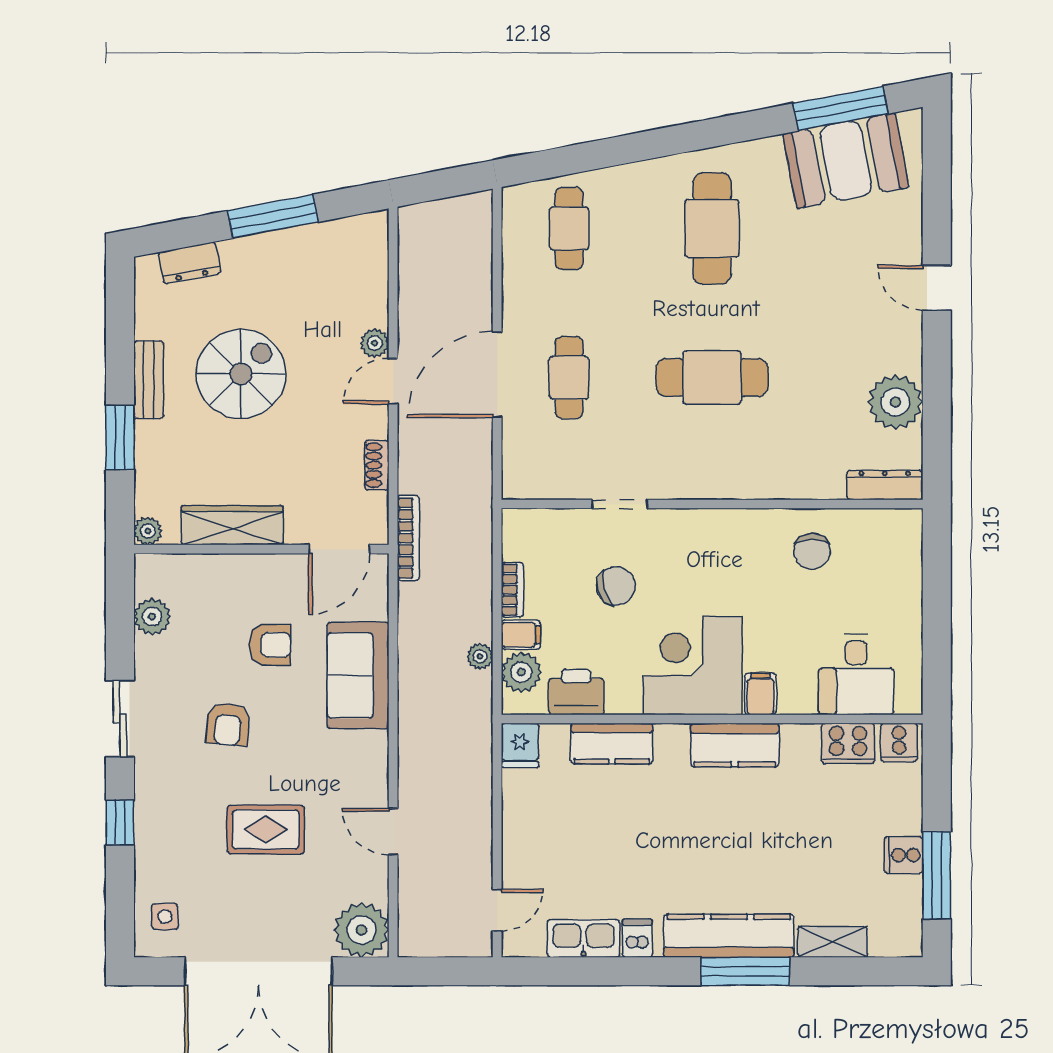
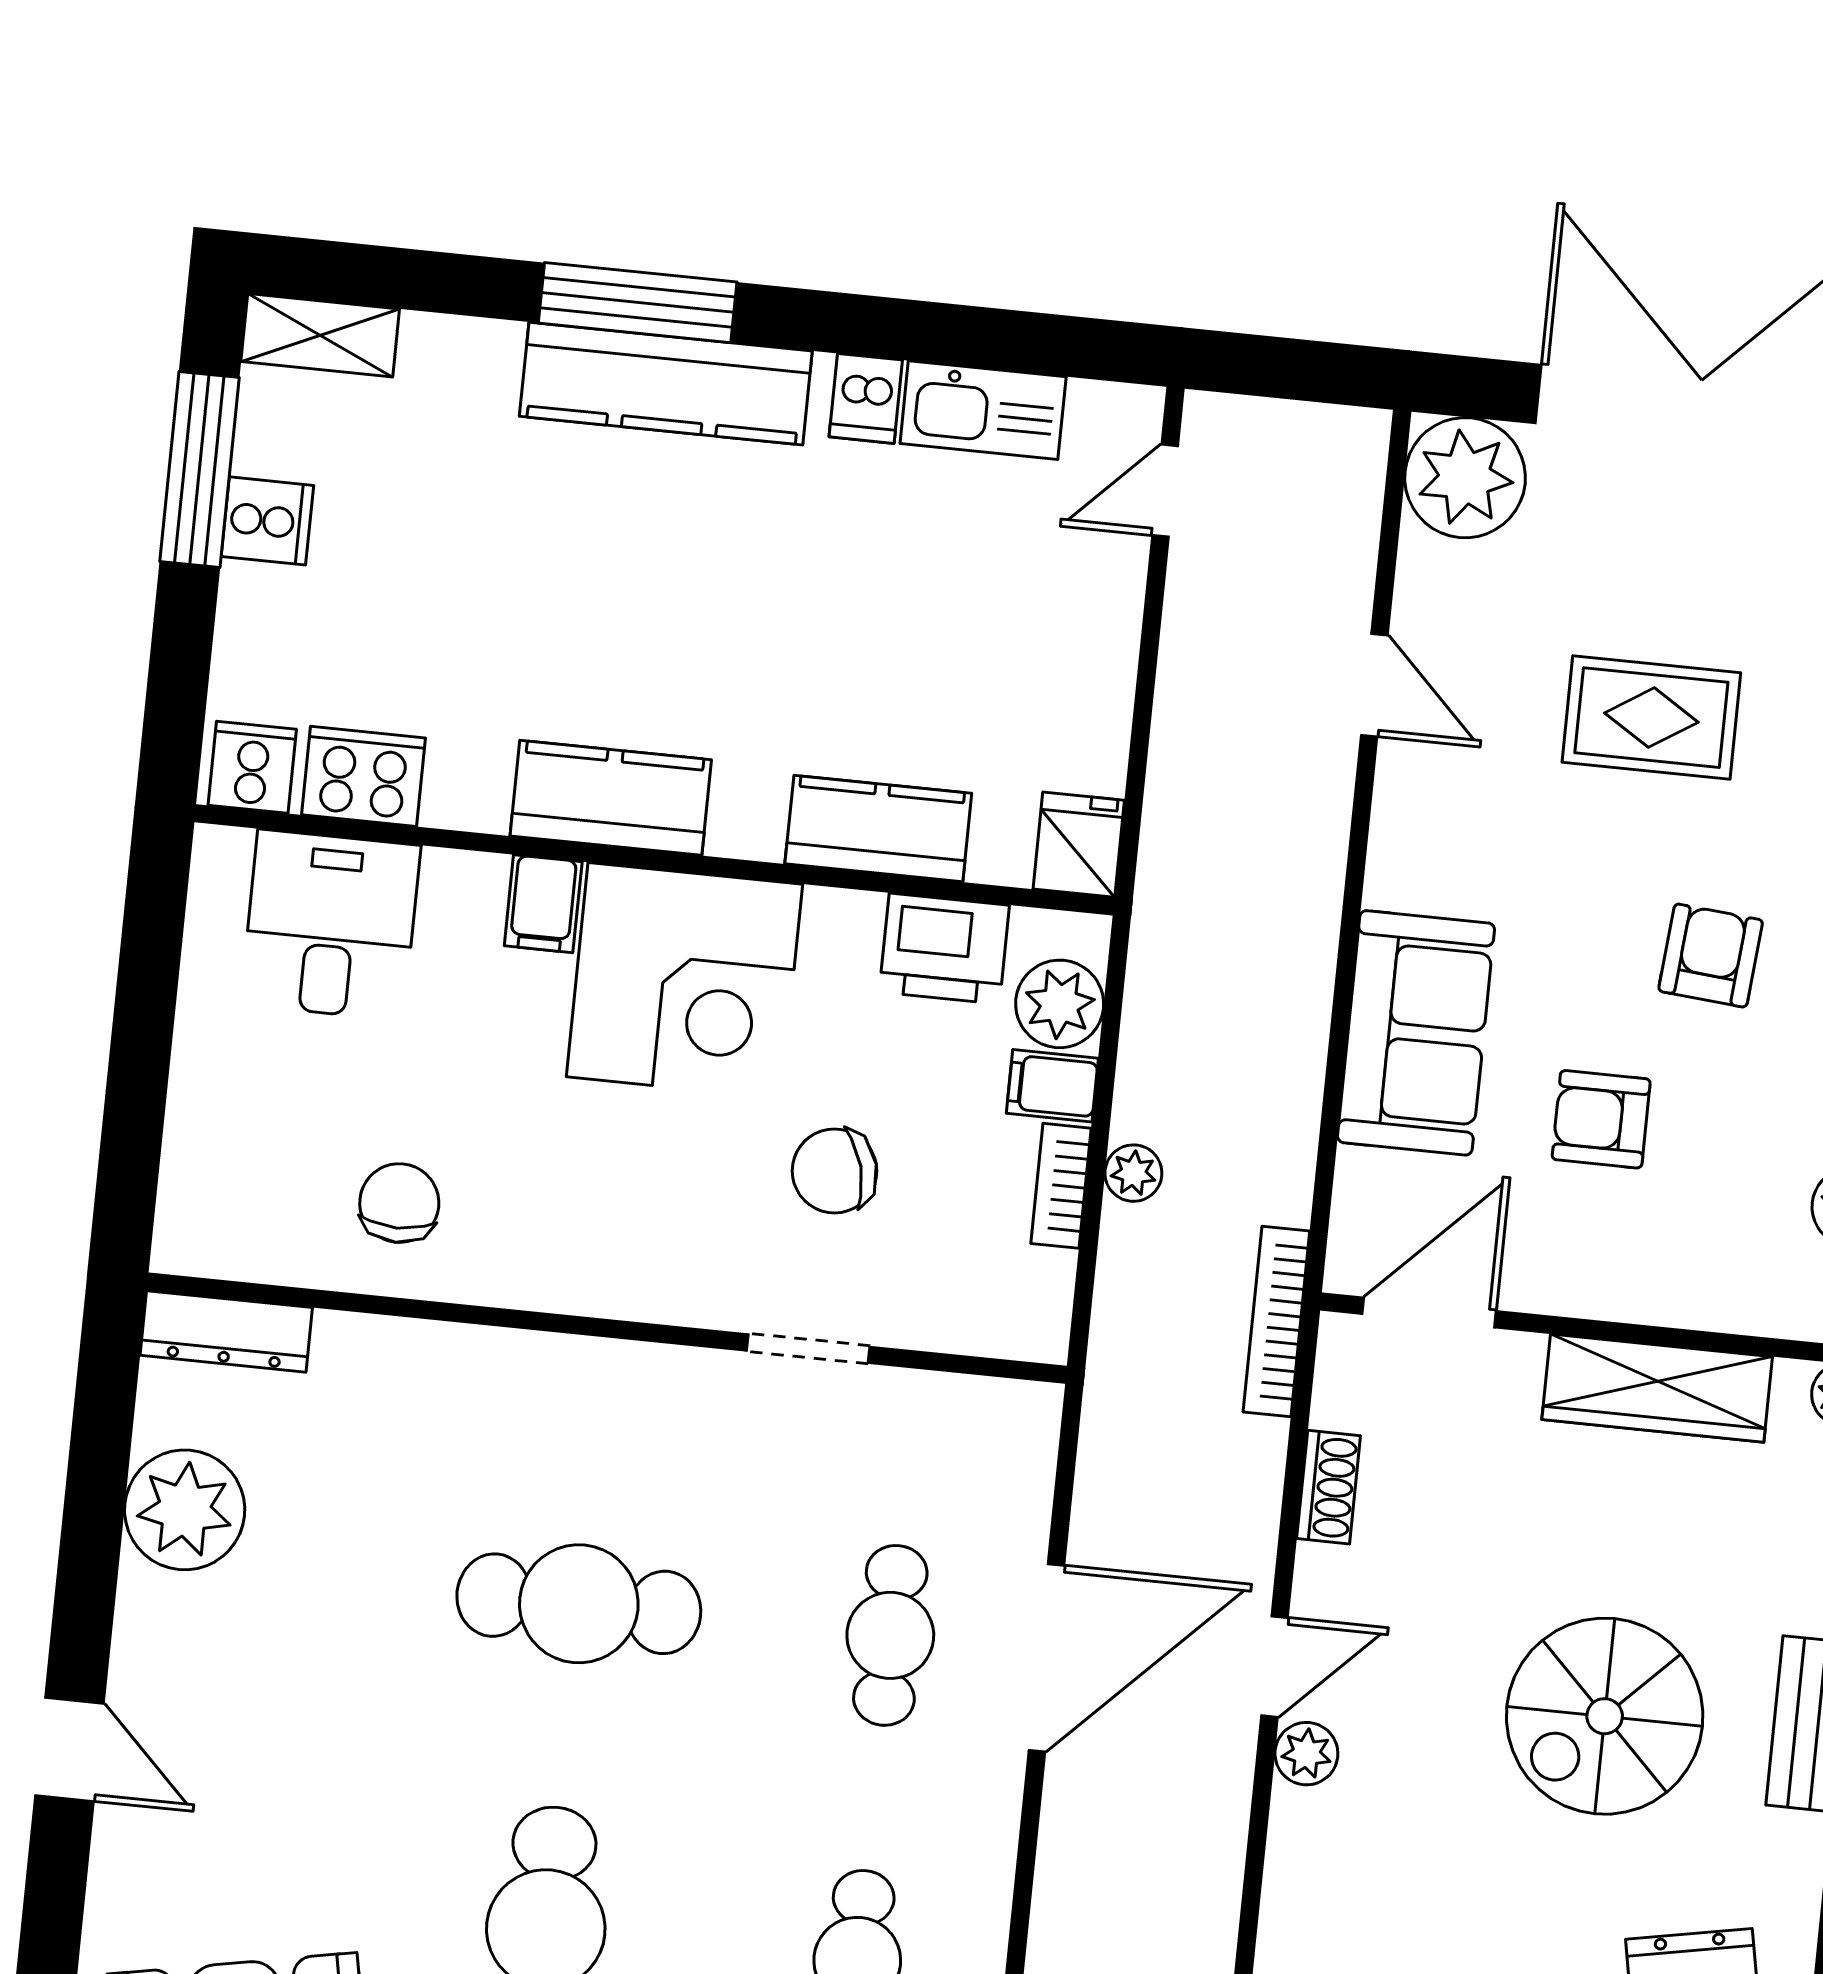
plant: (480, 656) -> (1133, 1173), moved
shelving: (833, 942) -> (320, 335), moved

